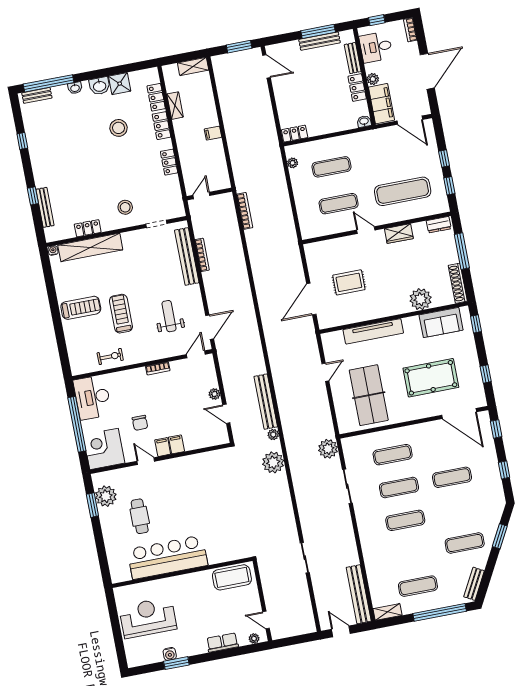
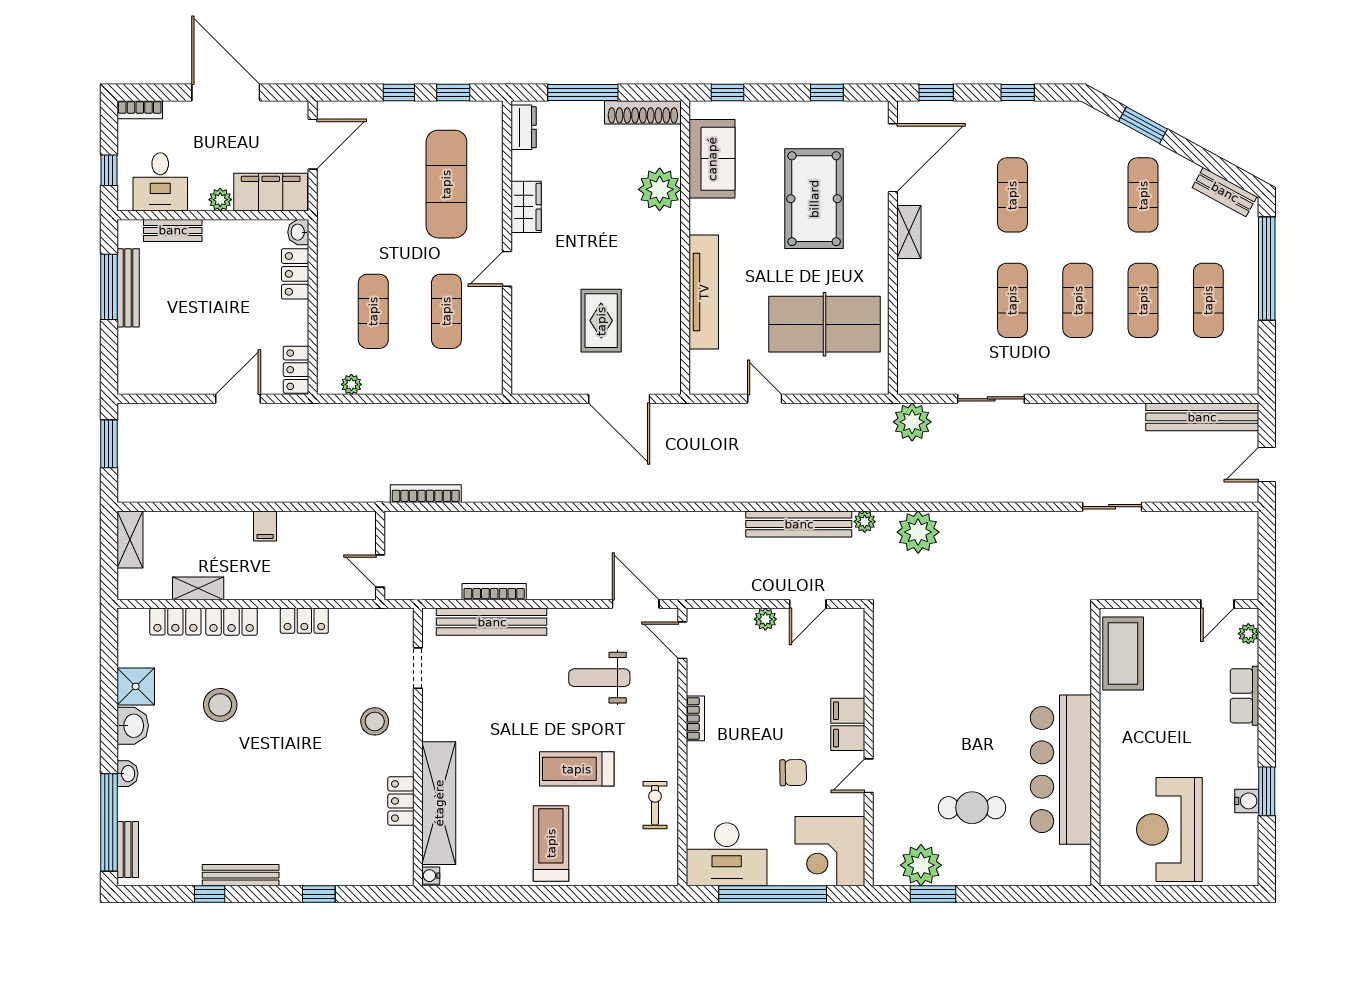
door: (266, 66) -> (238, 399), moved
locker: (357, 88) -> (295, 274), moved, turned 90
bench: (45, 207) -> (241, 875), moved
exercise mat: (393, 455) -> (1143, 300), moved
shelving: (387, 612) -> (909, 232), moved

